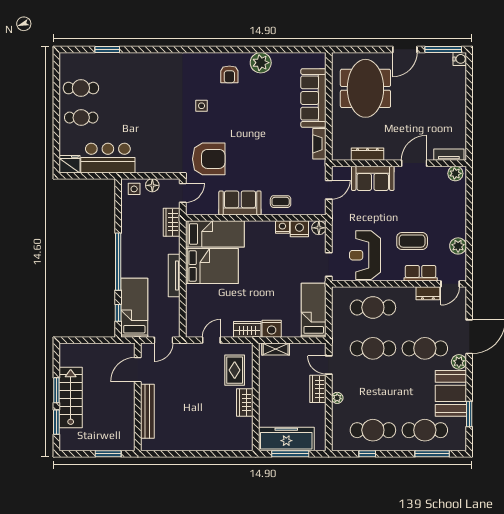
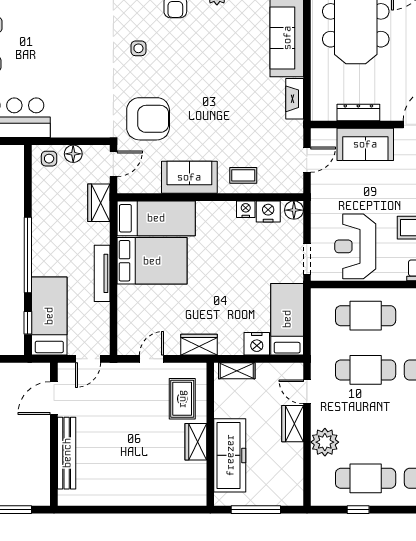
nightstand: (272, 329) -> (257, 344), moved
plant: (337, 398) -> (325, 442), width x1.87, depth x1.87
freezer: (286, 439) -> (230, 455), moved, turned 90

